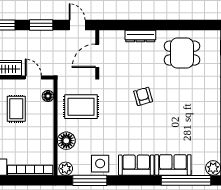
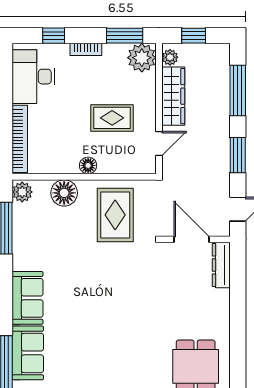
dresser: (140, 36) -> (221, 265), moved
floor lamp: (48, 96) -> (88, 165), moved
armchair: (143, 96) -> (131, 308), removed
side table: (100, 164) -> (30, 244), removed

